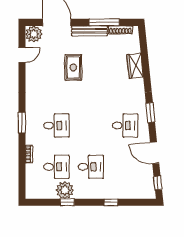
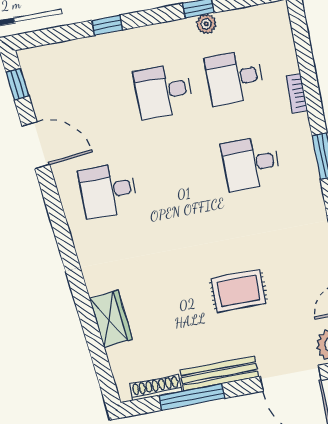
rug: (73, 67) -> (239, 291), turned 90
window: (150, 113) -> (60, 227), removed
plant: (65, 190) -> (206, 24), width x0.53, depth x0.53

